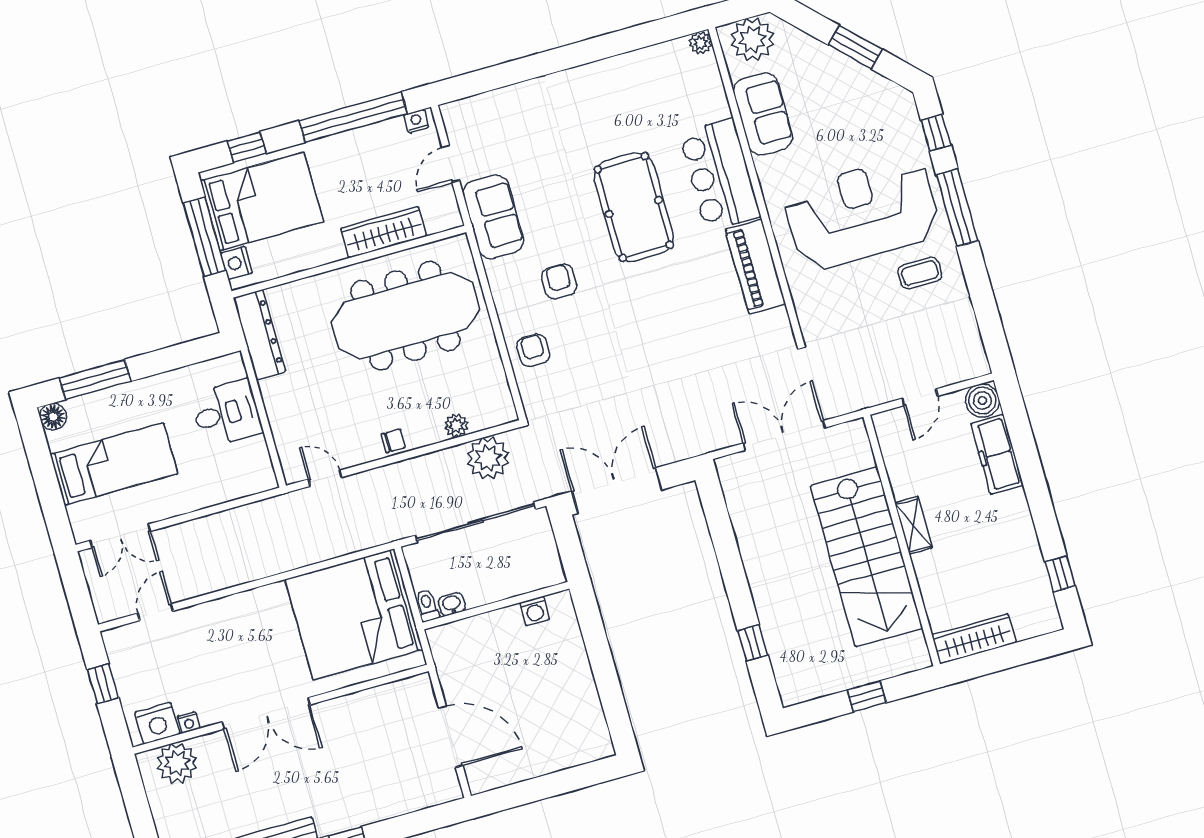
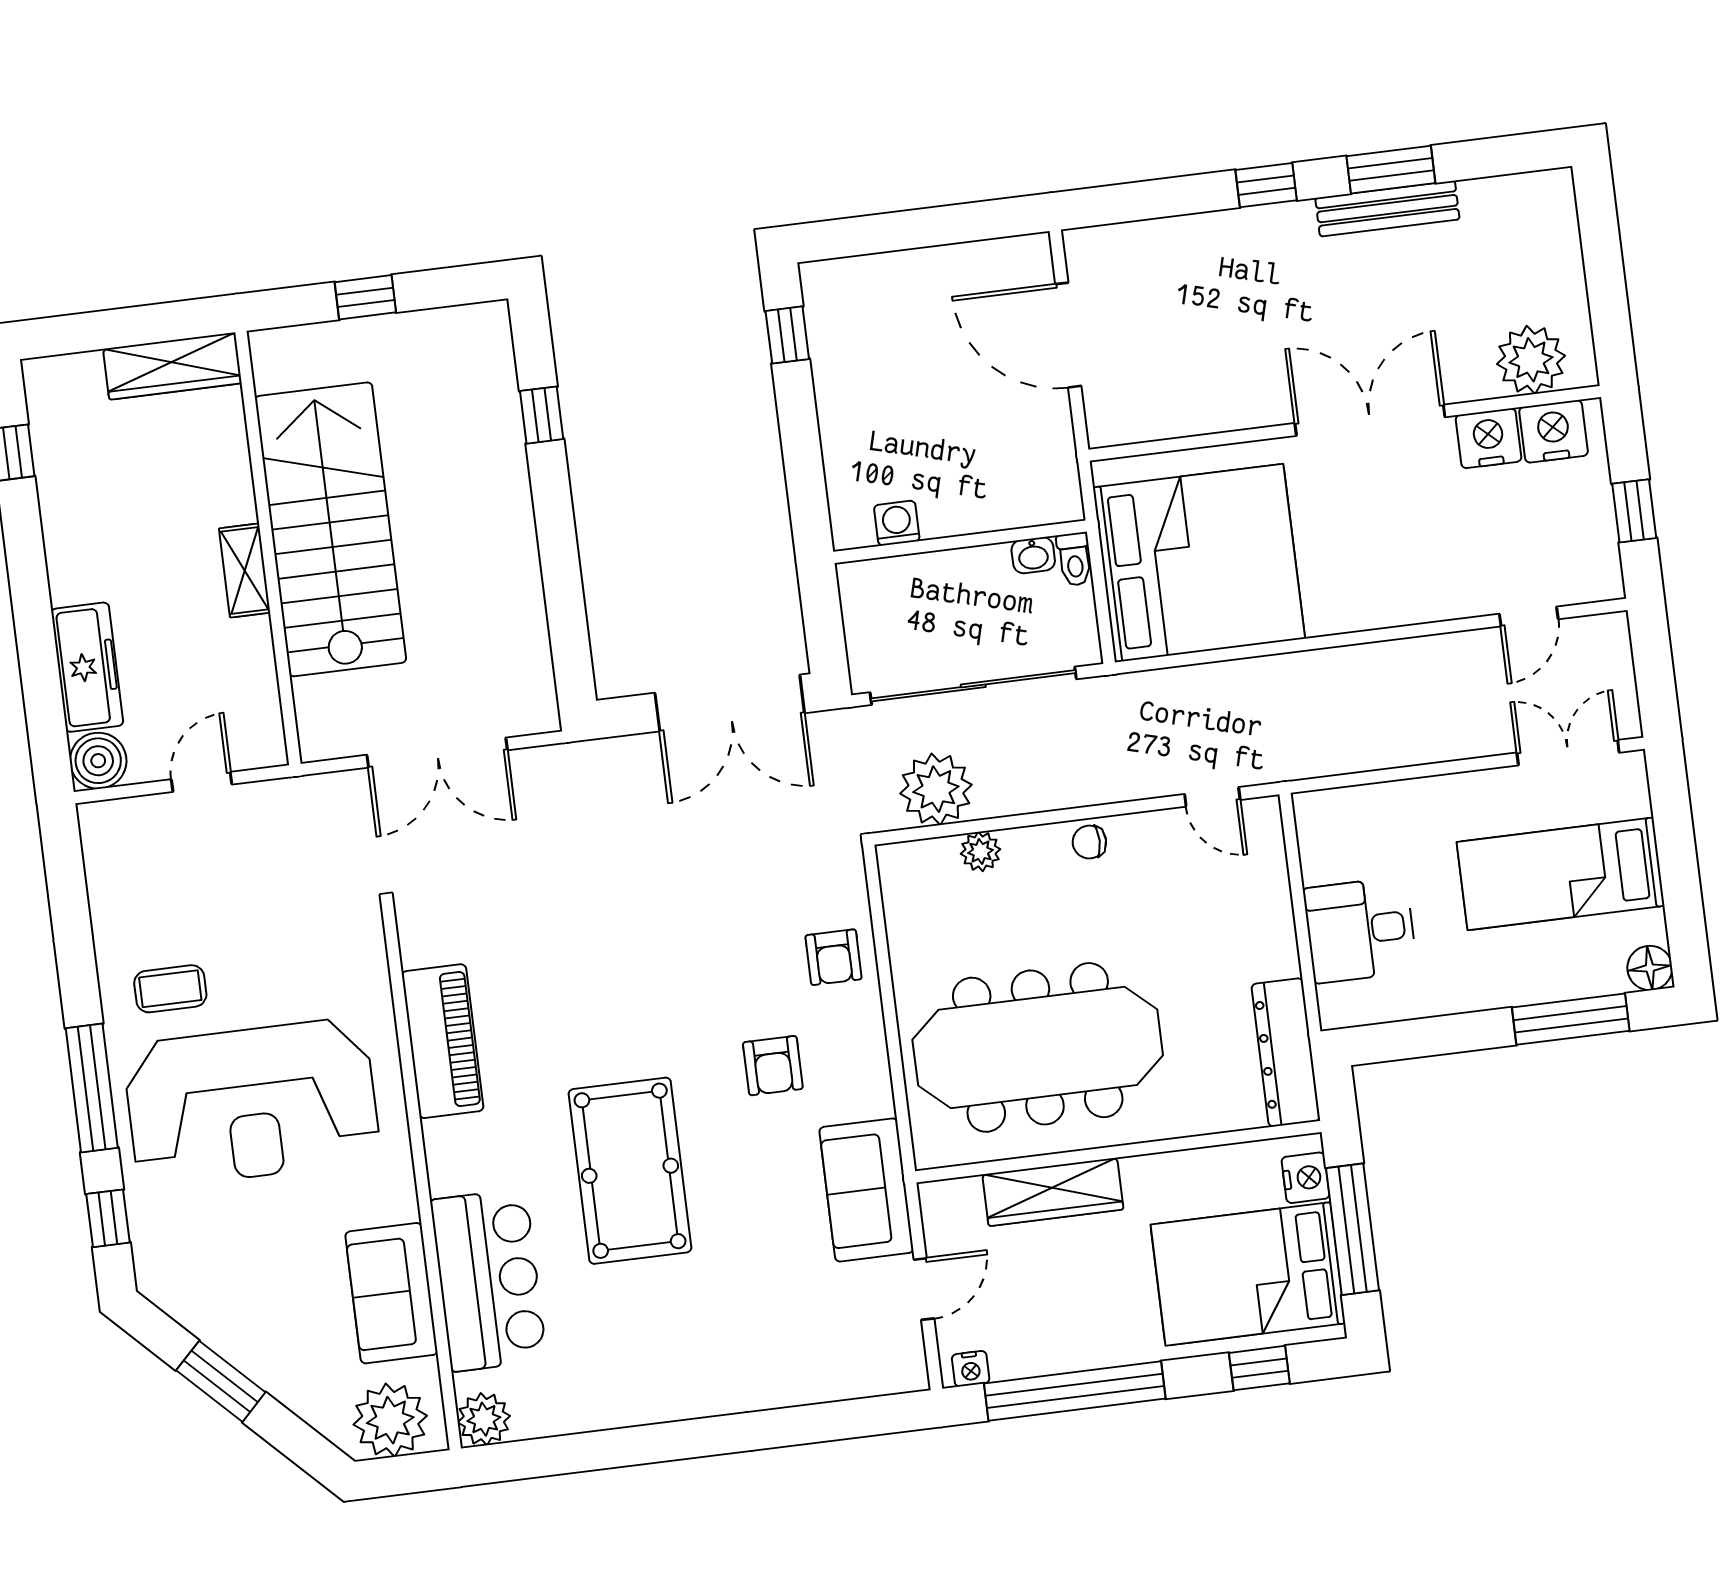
plant: (701, 43) -> (484, 1419), width x1.38, depth x1.38
bar counter: (720, 175) -> (489, 1280), moved
window: (616, 712) -> (787, 335), added
nightstand: (189, 722) -> (1489, 438), width x1.89, depth x1.79

